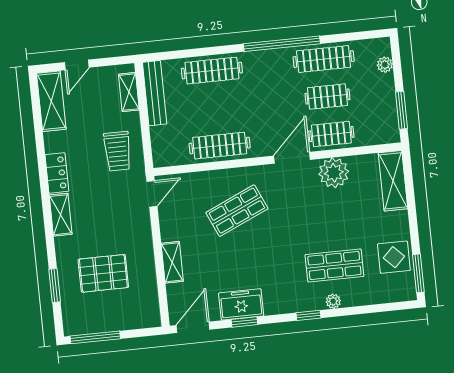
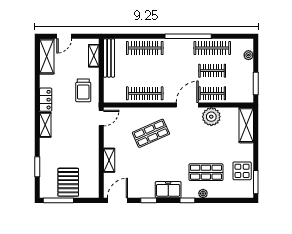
pallet: (103, 273) -> (68, 182), moved, turned 90
freezer: (241, 304) -> (168, 190), moved

